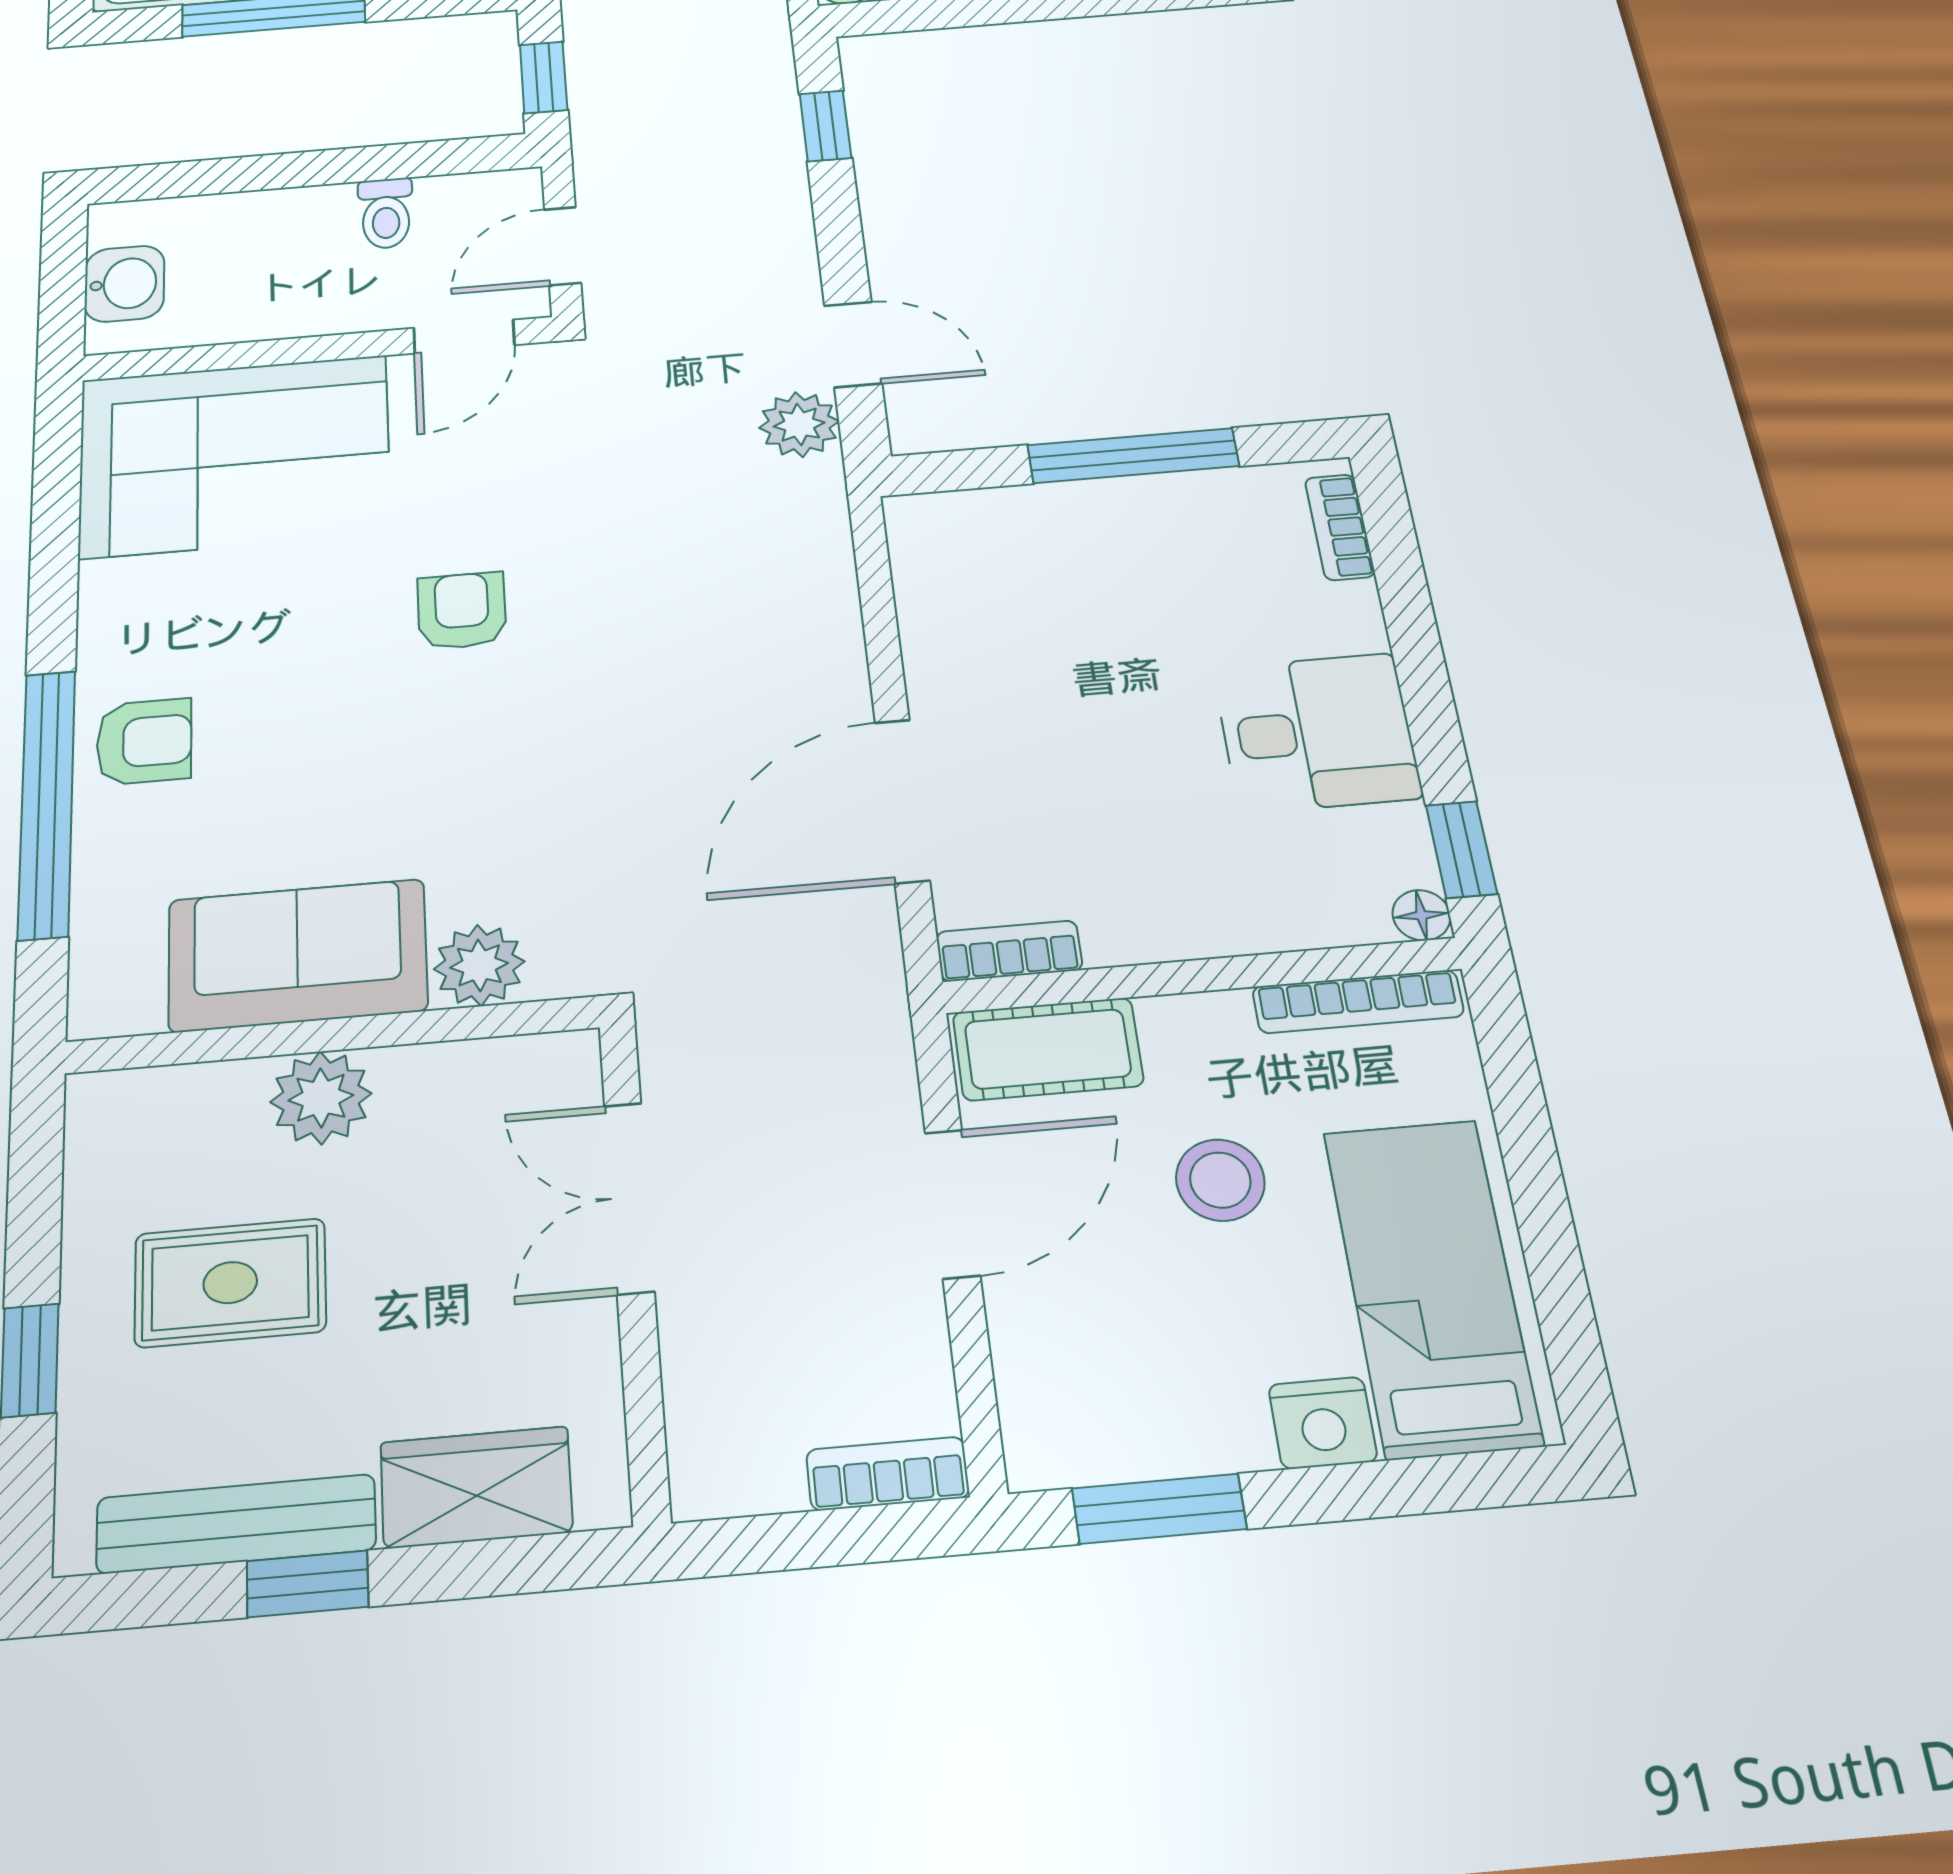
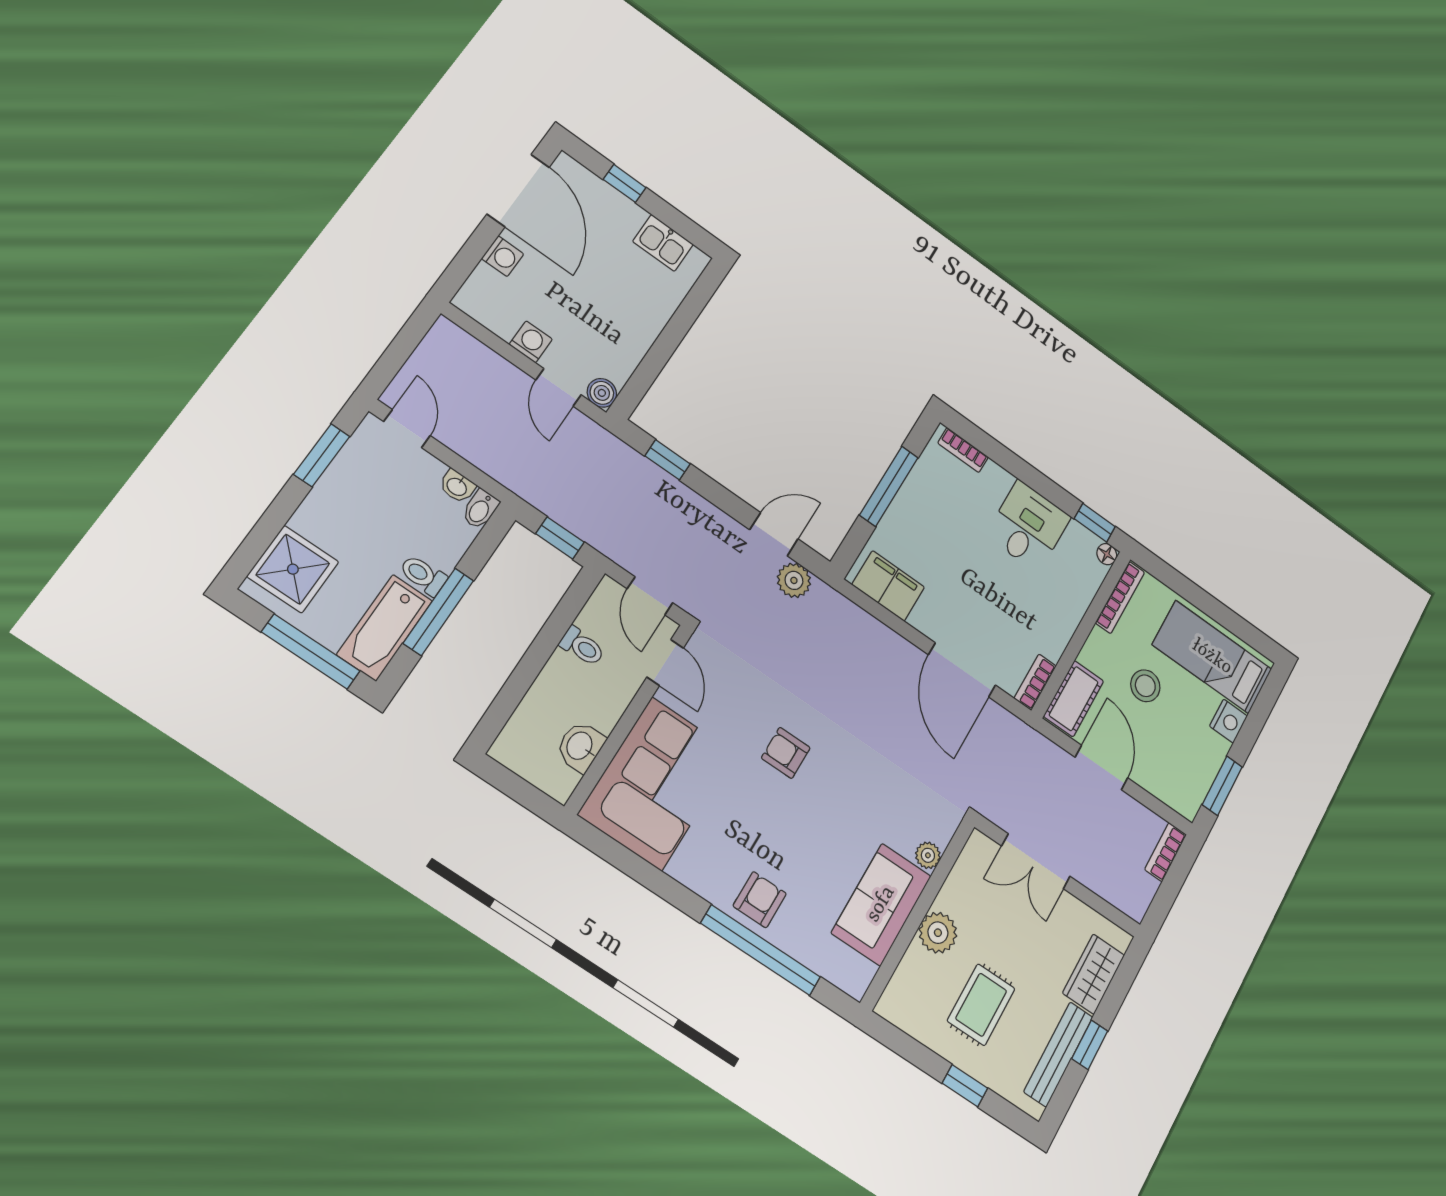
washbasin: (124, 284) -> (580, 746), moved, turned -90
filing cabinet: (941, 573) -> (888, 586), added
plant: (479, 965) -> (928, 855), width x0.73, depth x0.73

